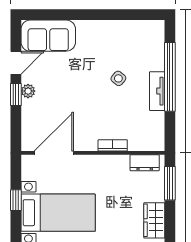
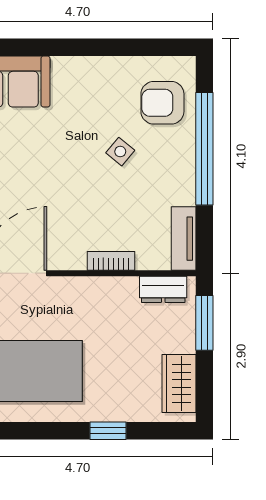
armchair: (144, 49) -> (162, 103), added
tv unit: (157, 91) -> (184, 239), moved

